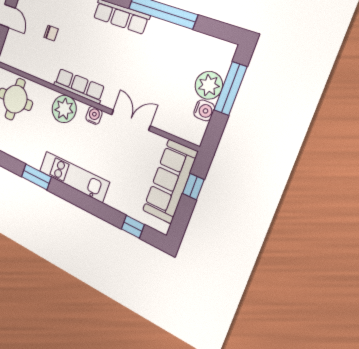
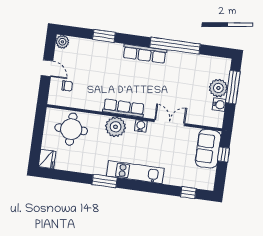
chair: (51, 33) -> (67, 86), moved
sofa: (170, 181) -> (208, 149), width x0.73

